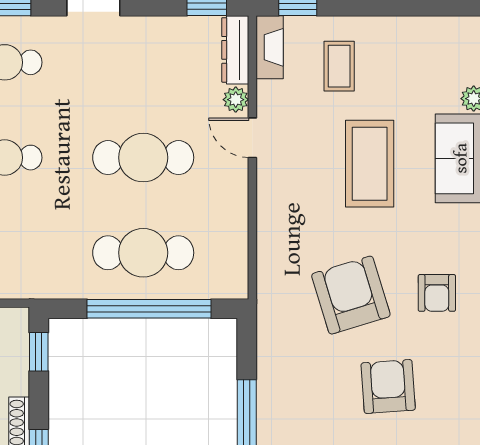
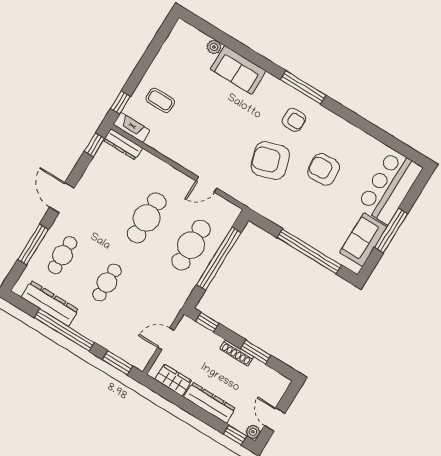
plant: (236, 100) -> (146, 158), removed
door: (252, 138) -> (206, 185), moved
coffee table: (370, 164) -> (214, 114), removed

